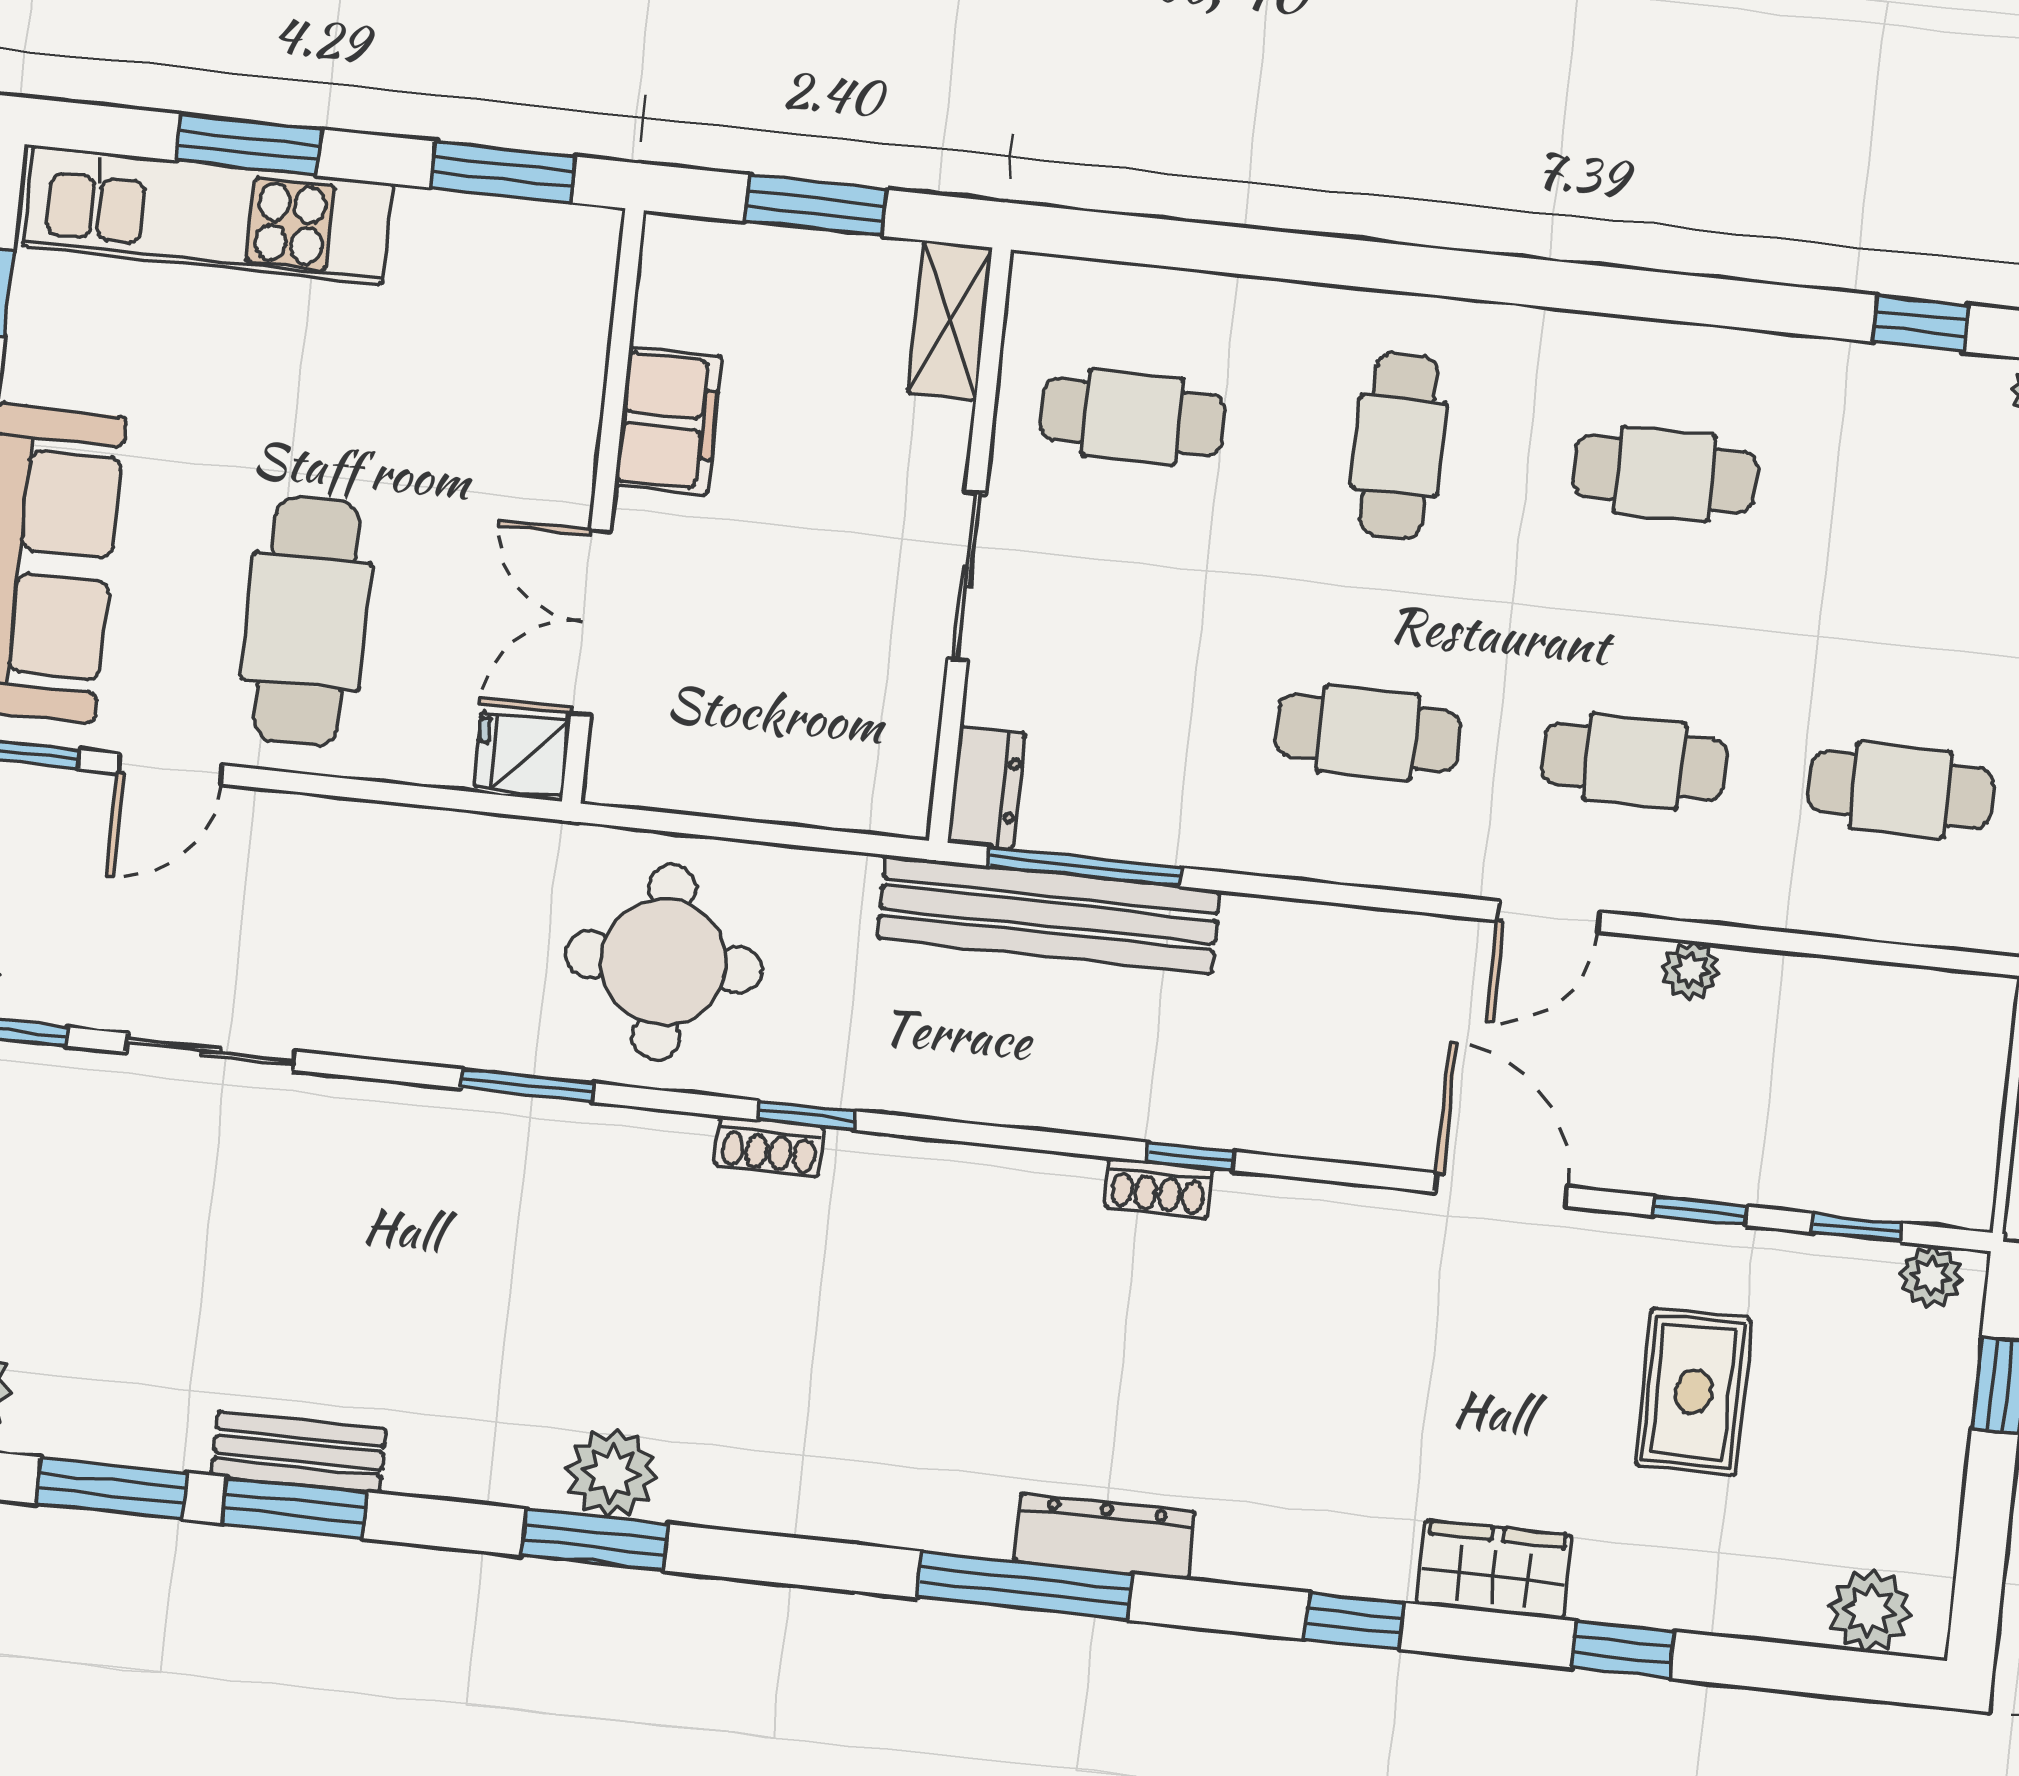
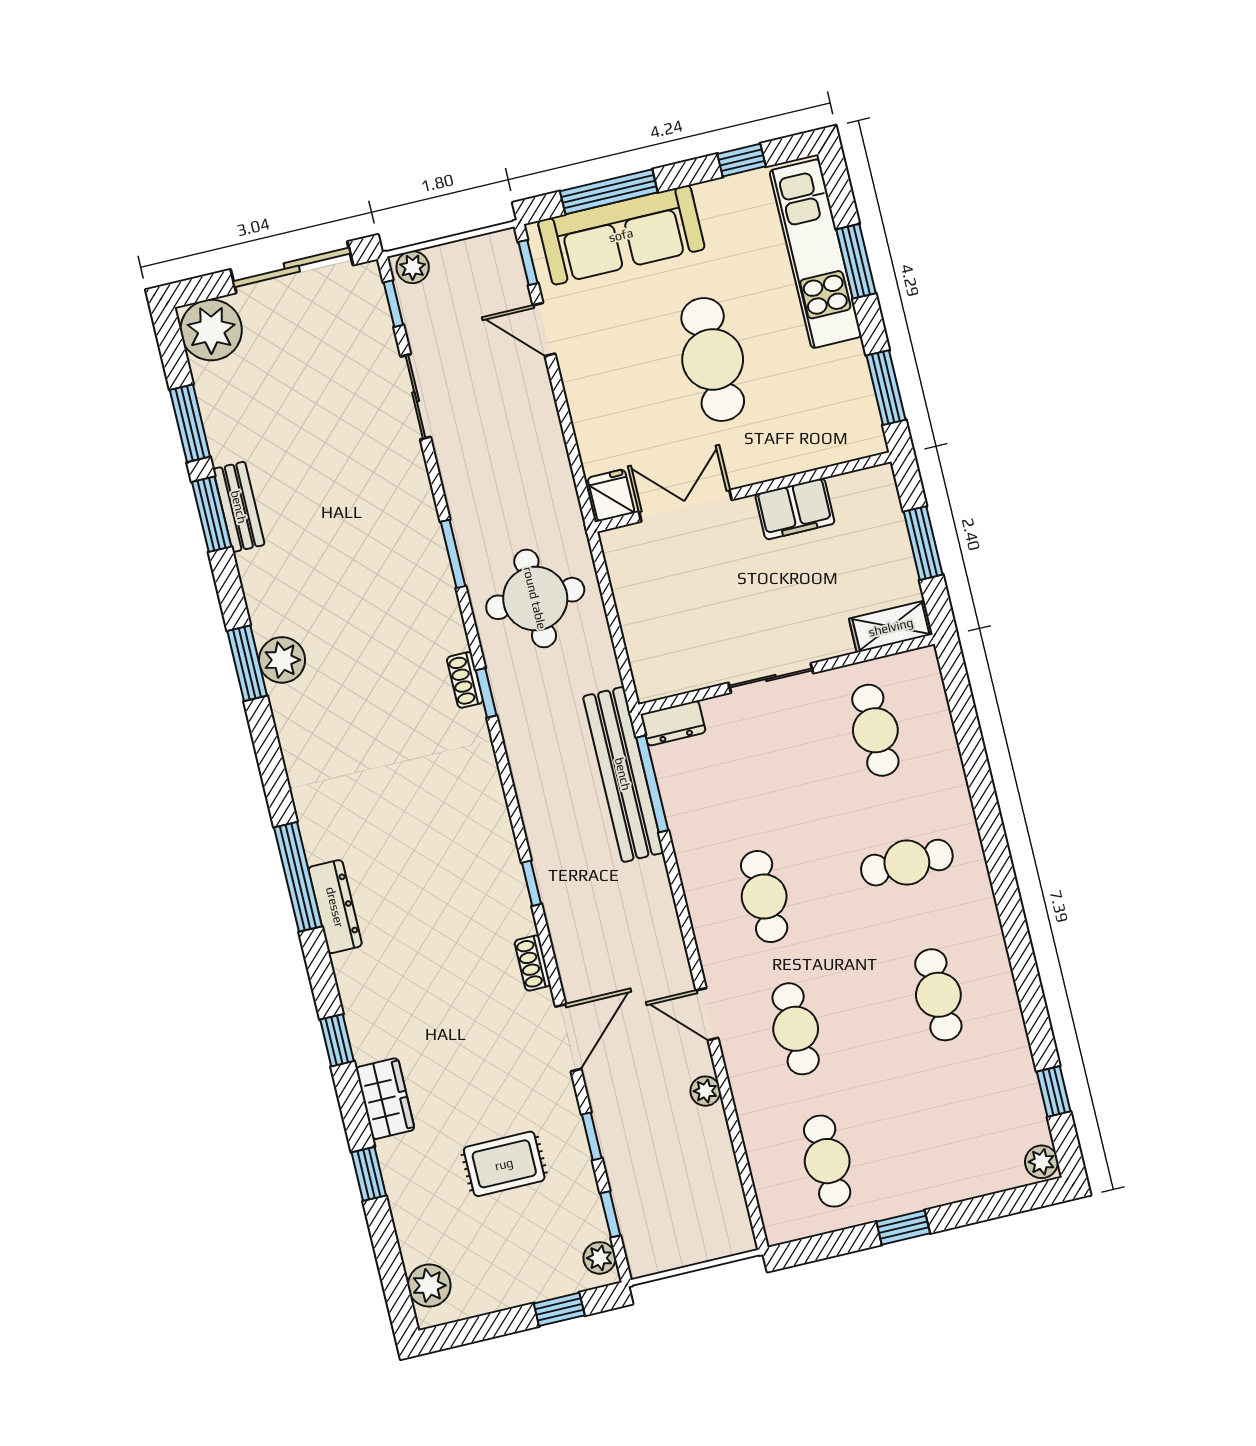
cafe table: (306, 621) -> (713, 359), moved, turned 90
shoe rack: (1158, 1188) -> (533, 963), moved

